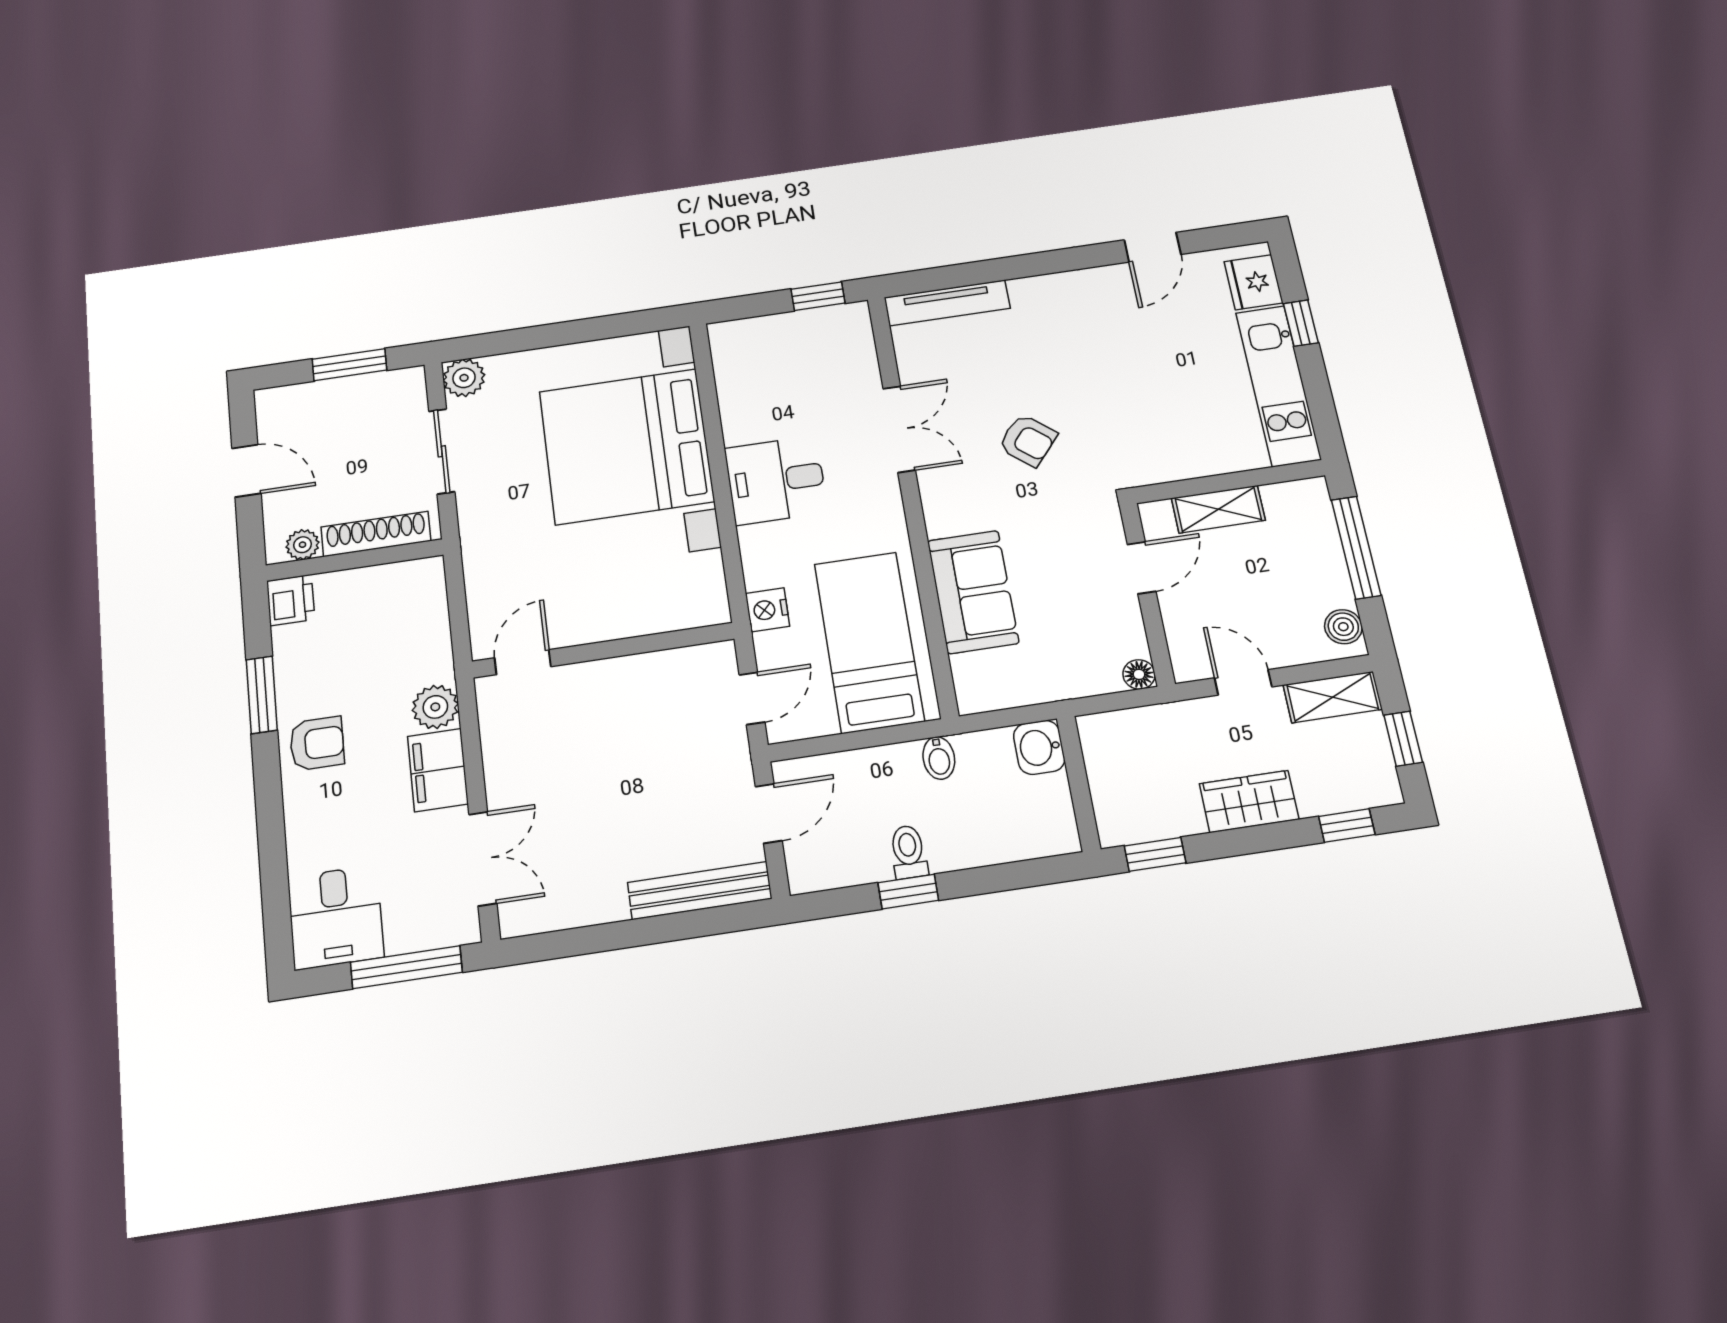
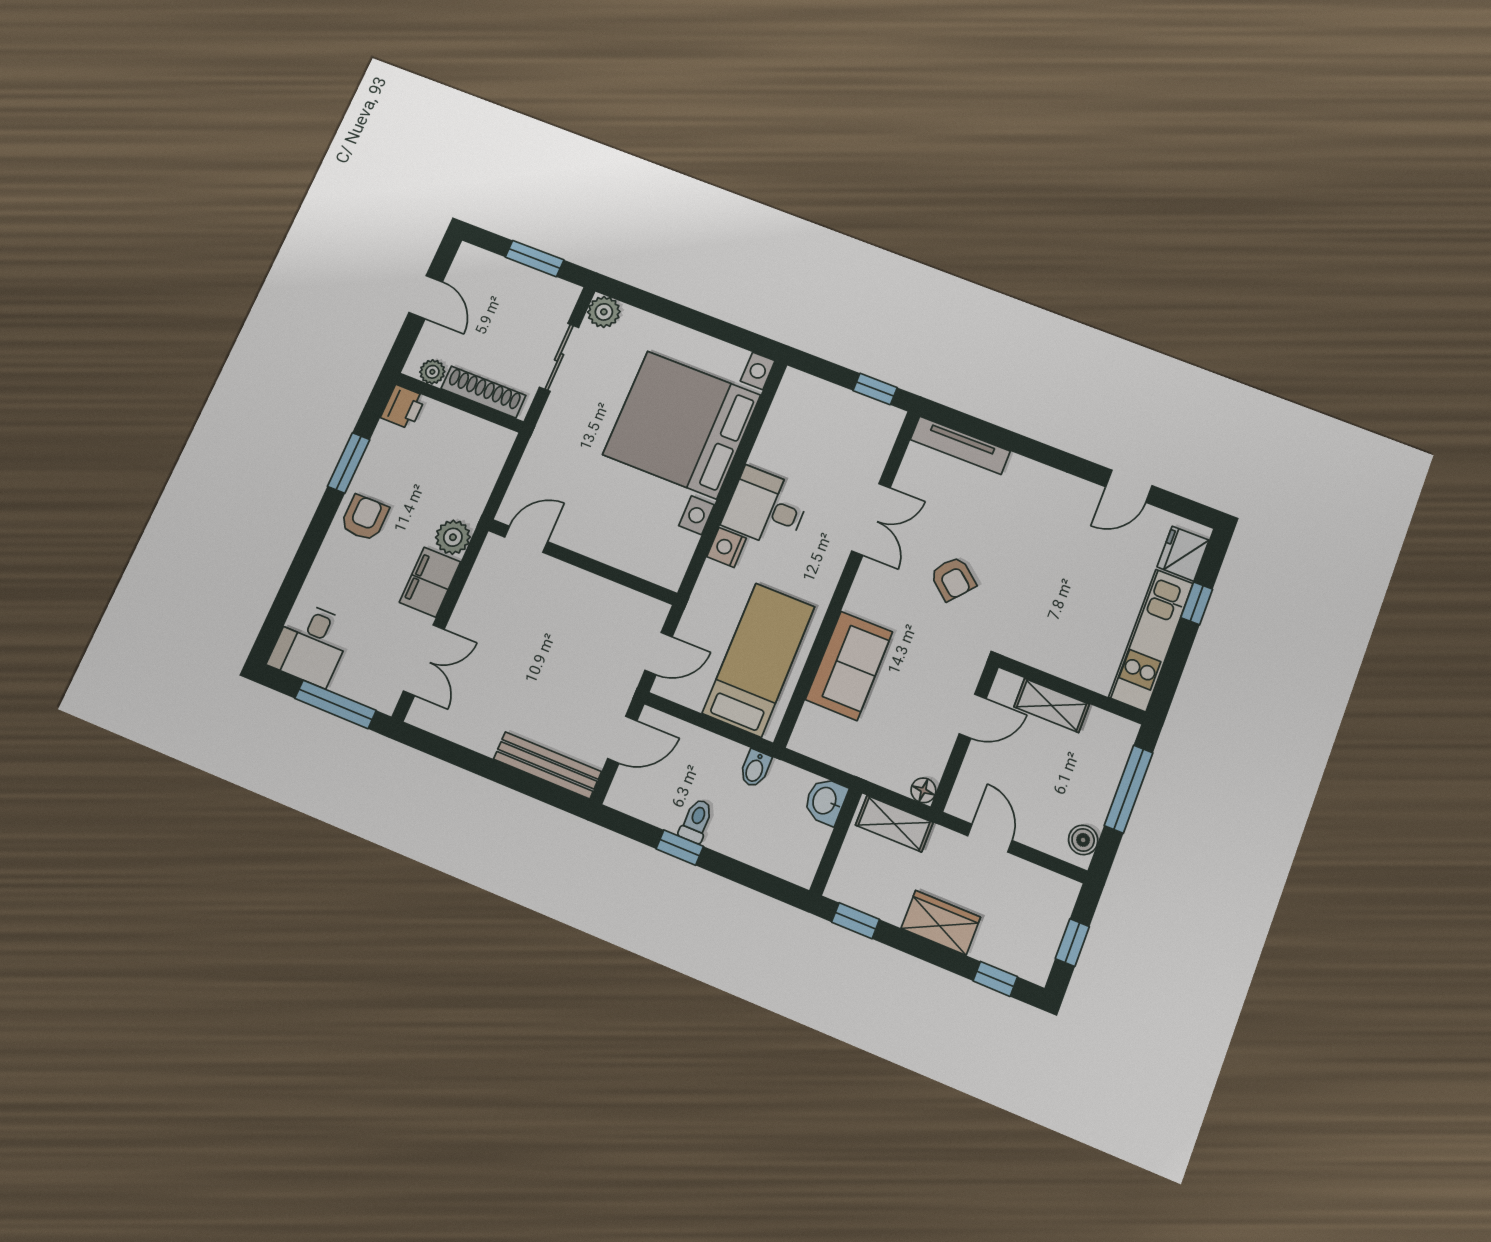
nightstand: (767, 610) -> (727, 547), moved
shelving: (1333, 697) -> (894, 824), moved
armchair: (317, 744) -> (365, 518), turned -90

